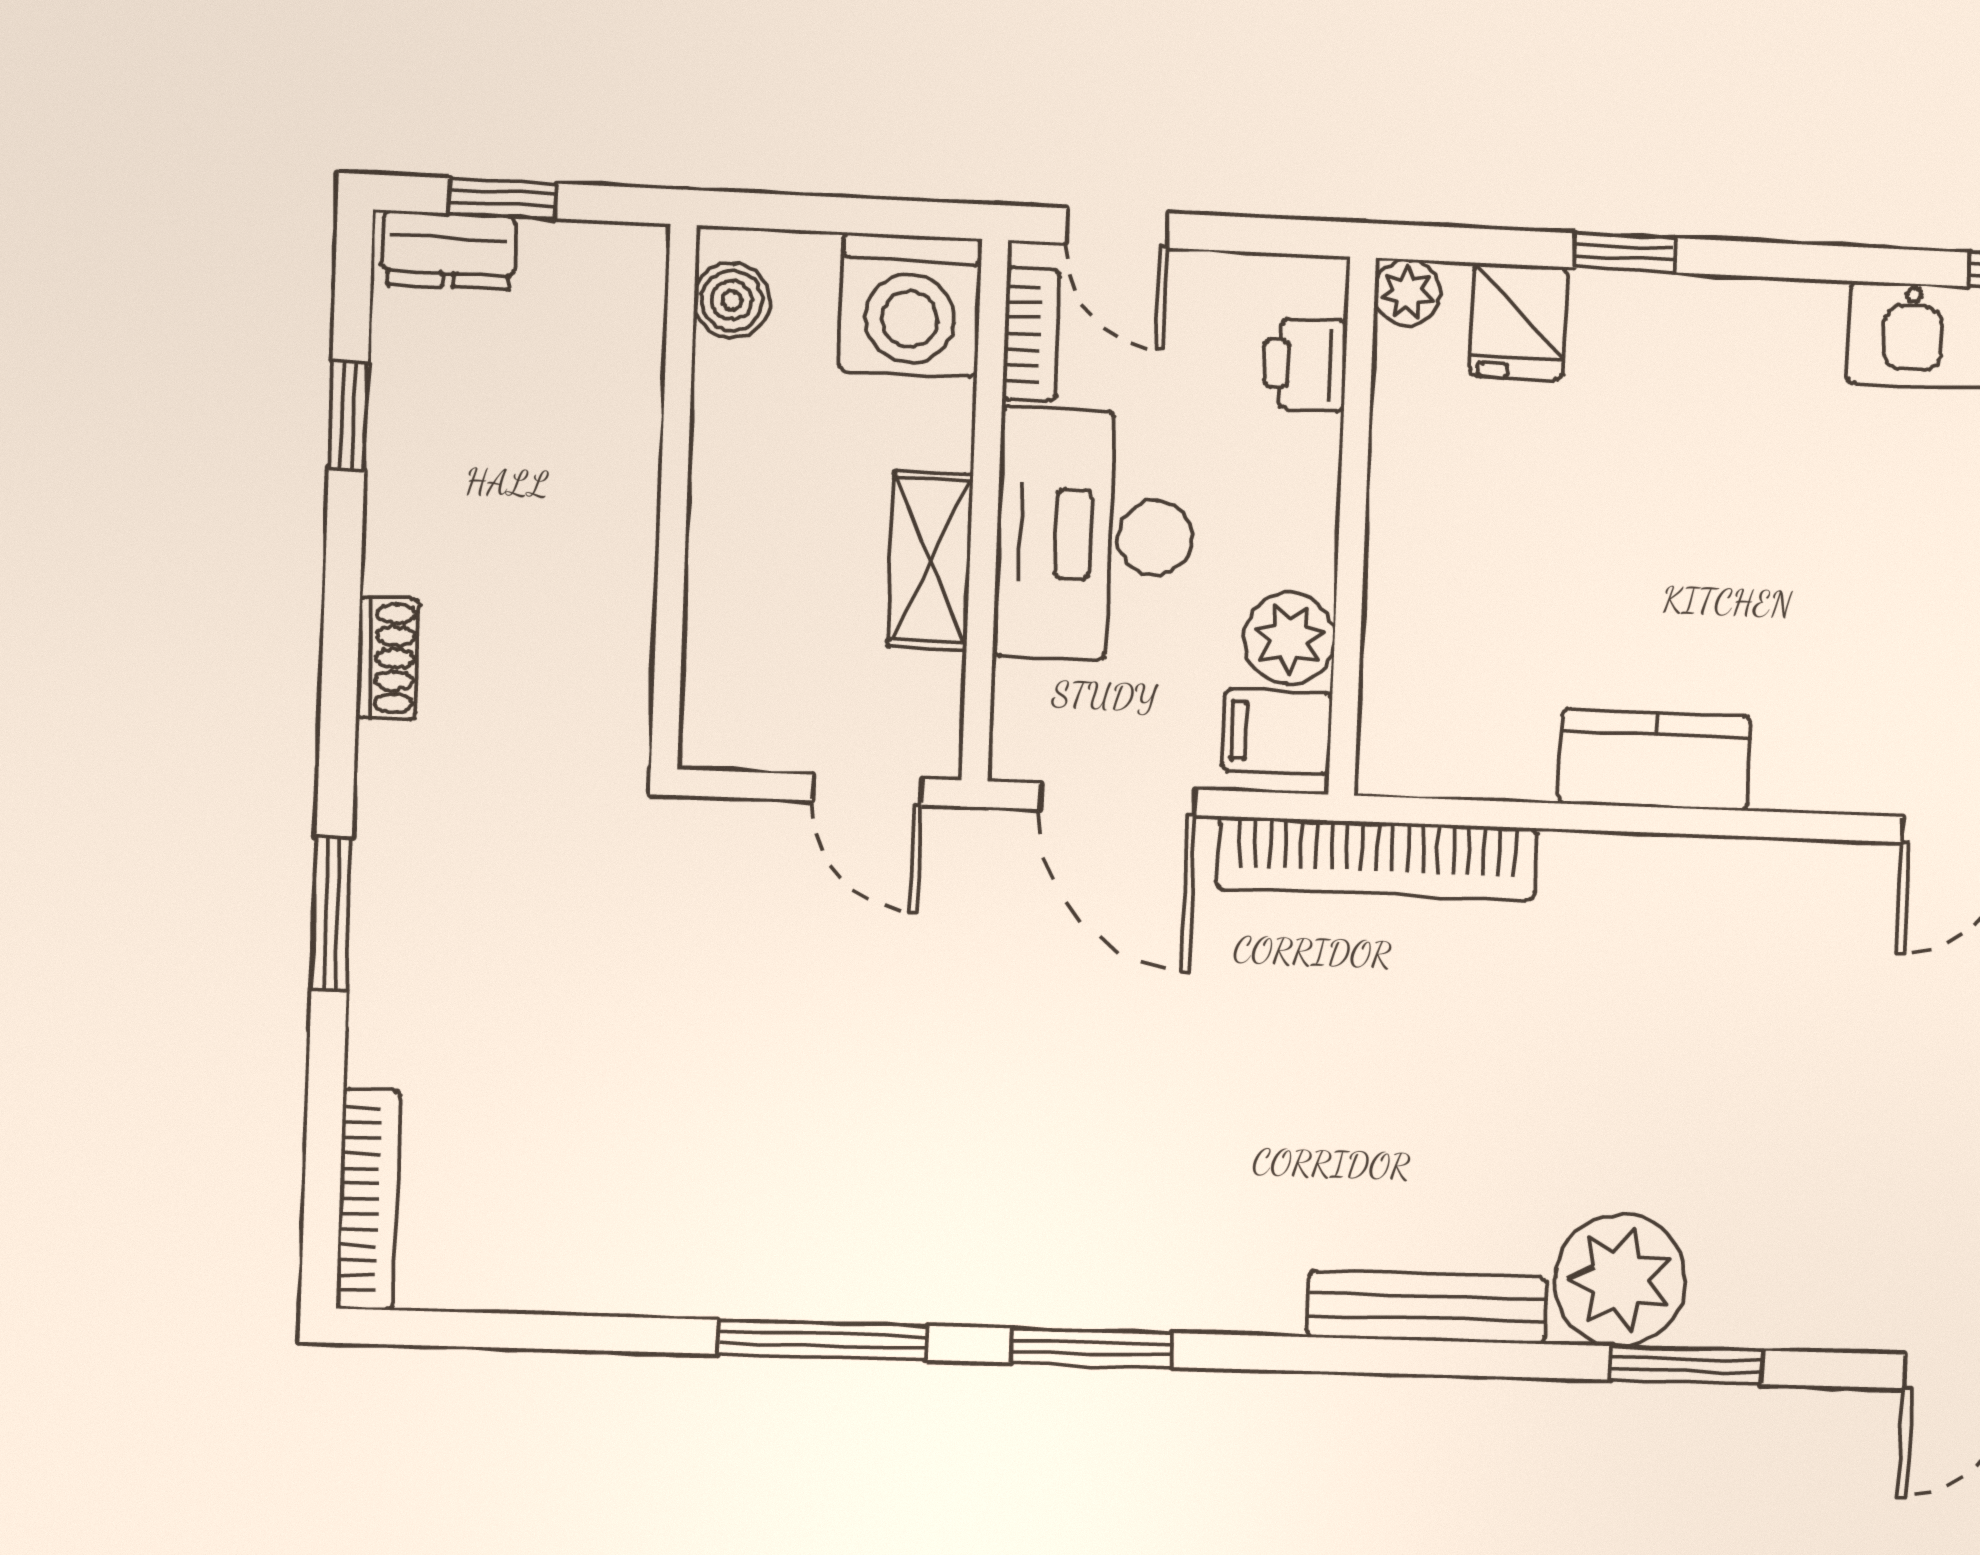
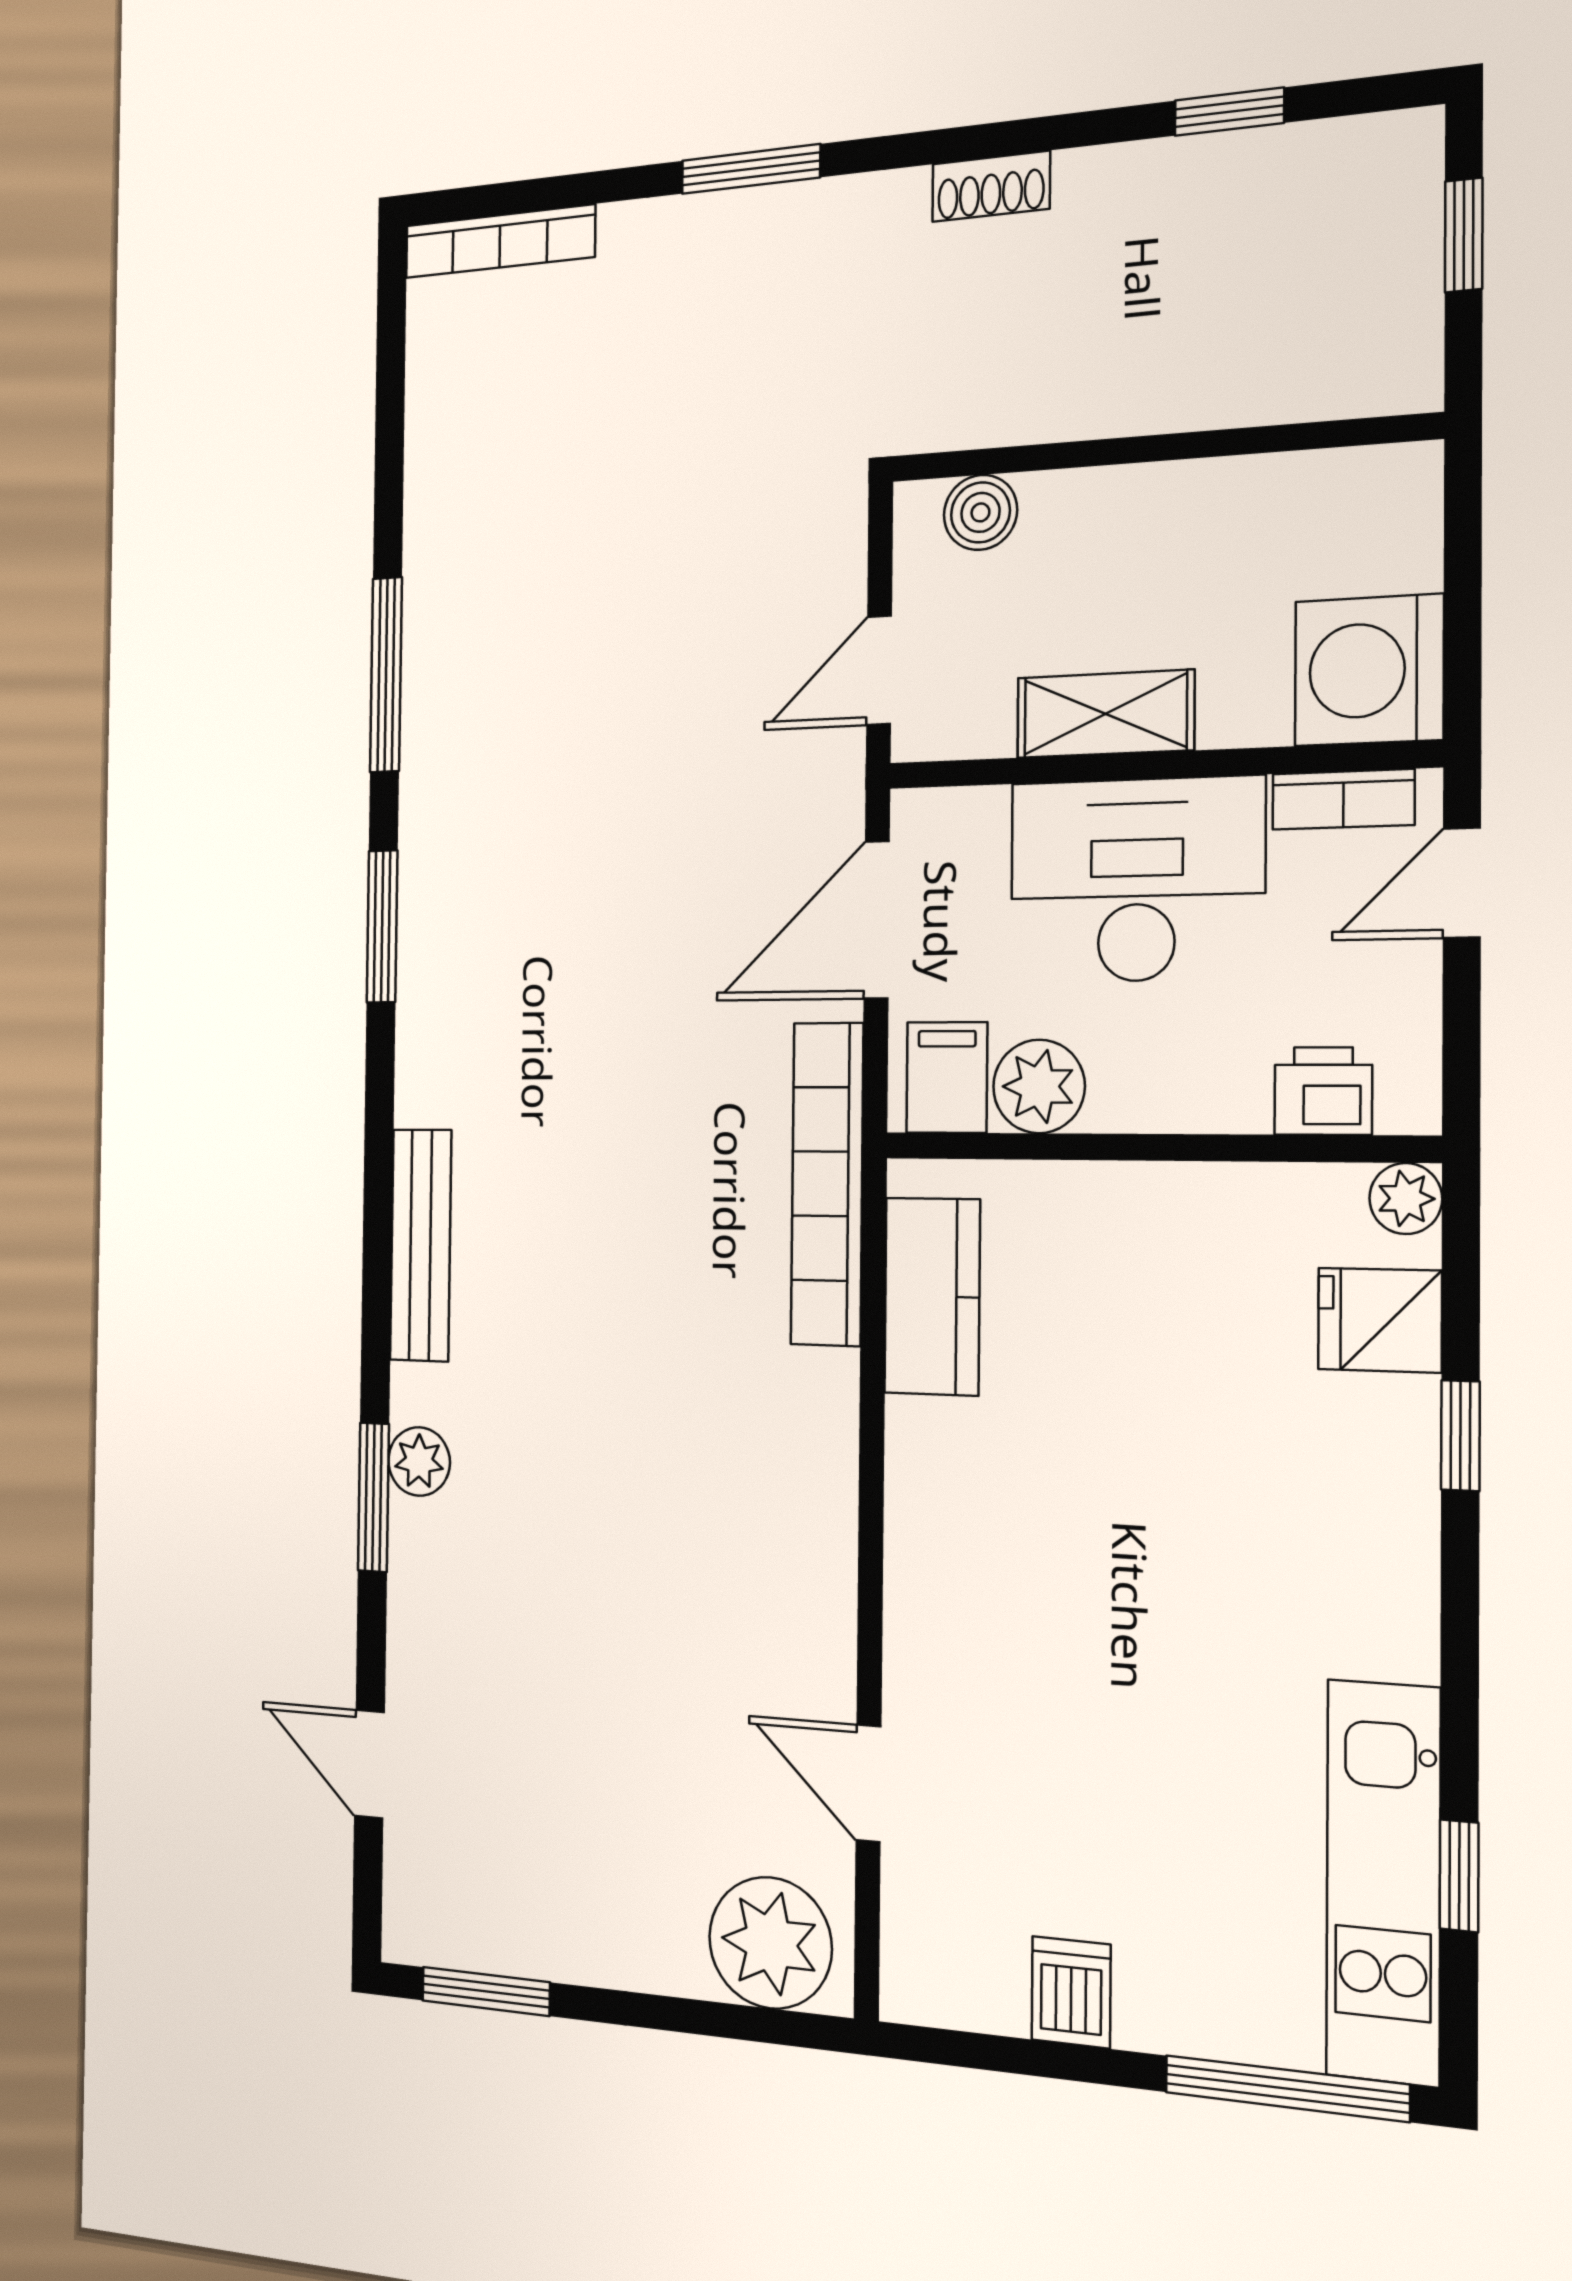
dresser: (449, 250) -> (1406, 187), removed
boiler: (732, 300) -> (980, 512), moved
kitchen counter: (1655, 760) -> (932, 1296), moved
plant: (1620, 1280) -> (419, 1461), width x0.53, depth x0.53

